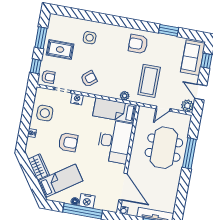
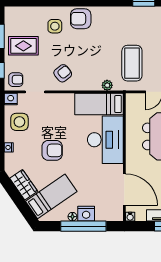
armchair: (138, 44) -> (81, 19), moved
nightstand: (77, 99) -> (11, 99), moved

